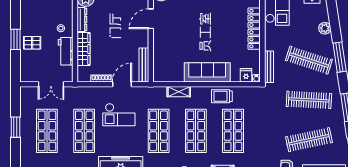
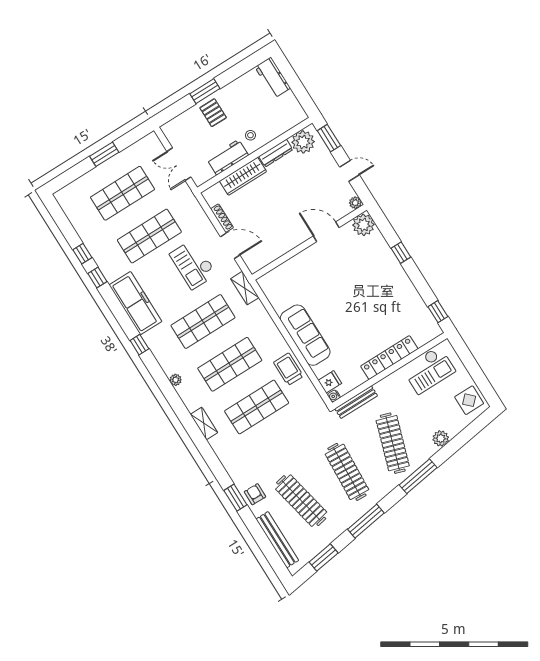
bench: (144, 65) -> (268, 257), removed
shelving: (179, 92) -> (245, 288), moved

